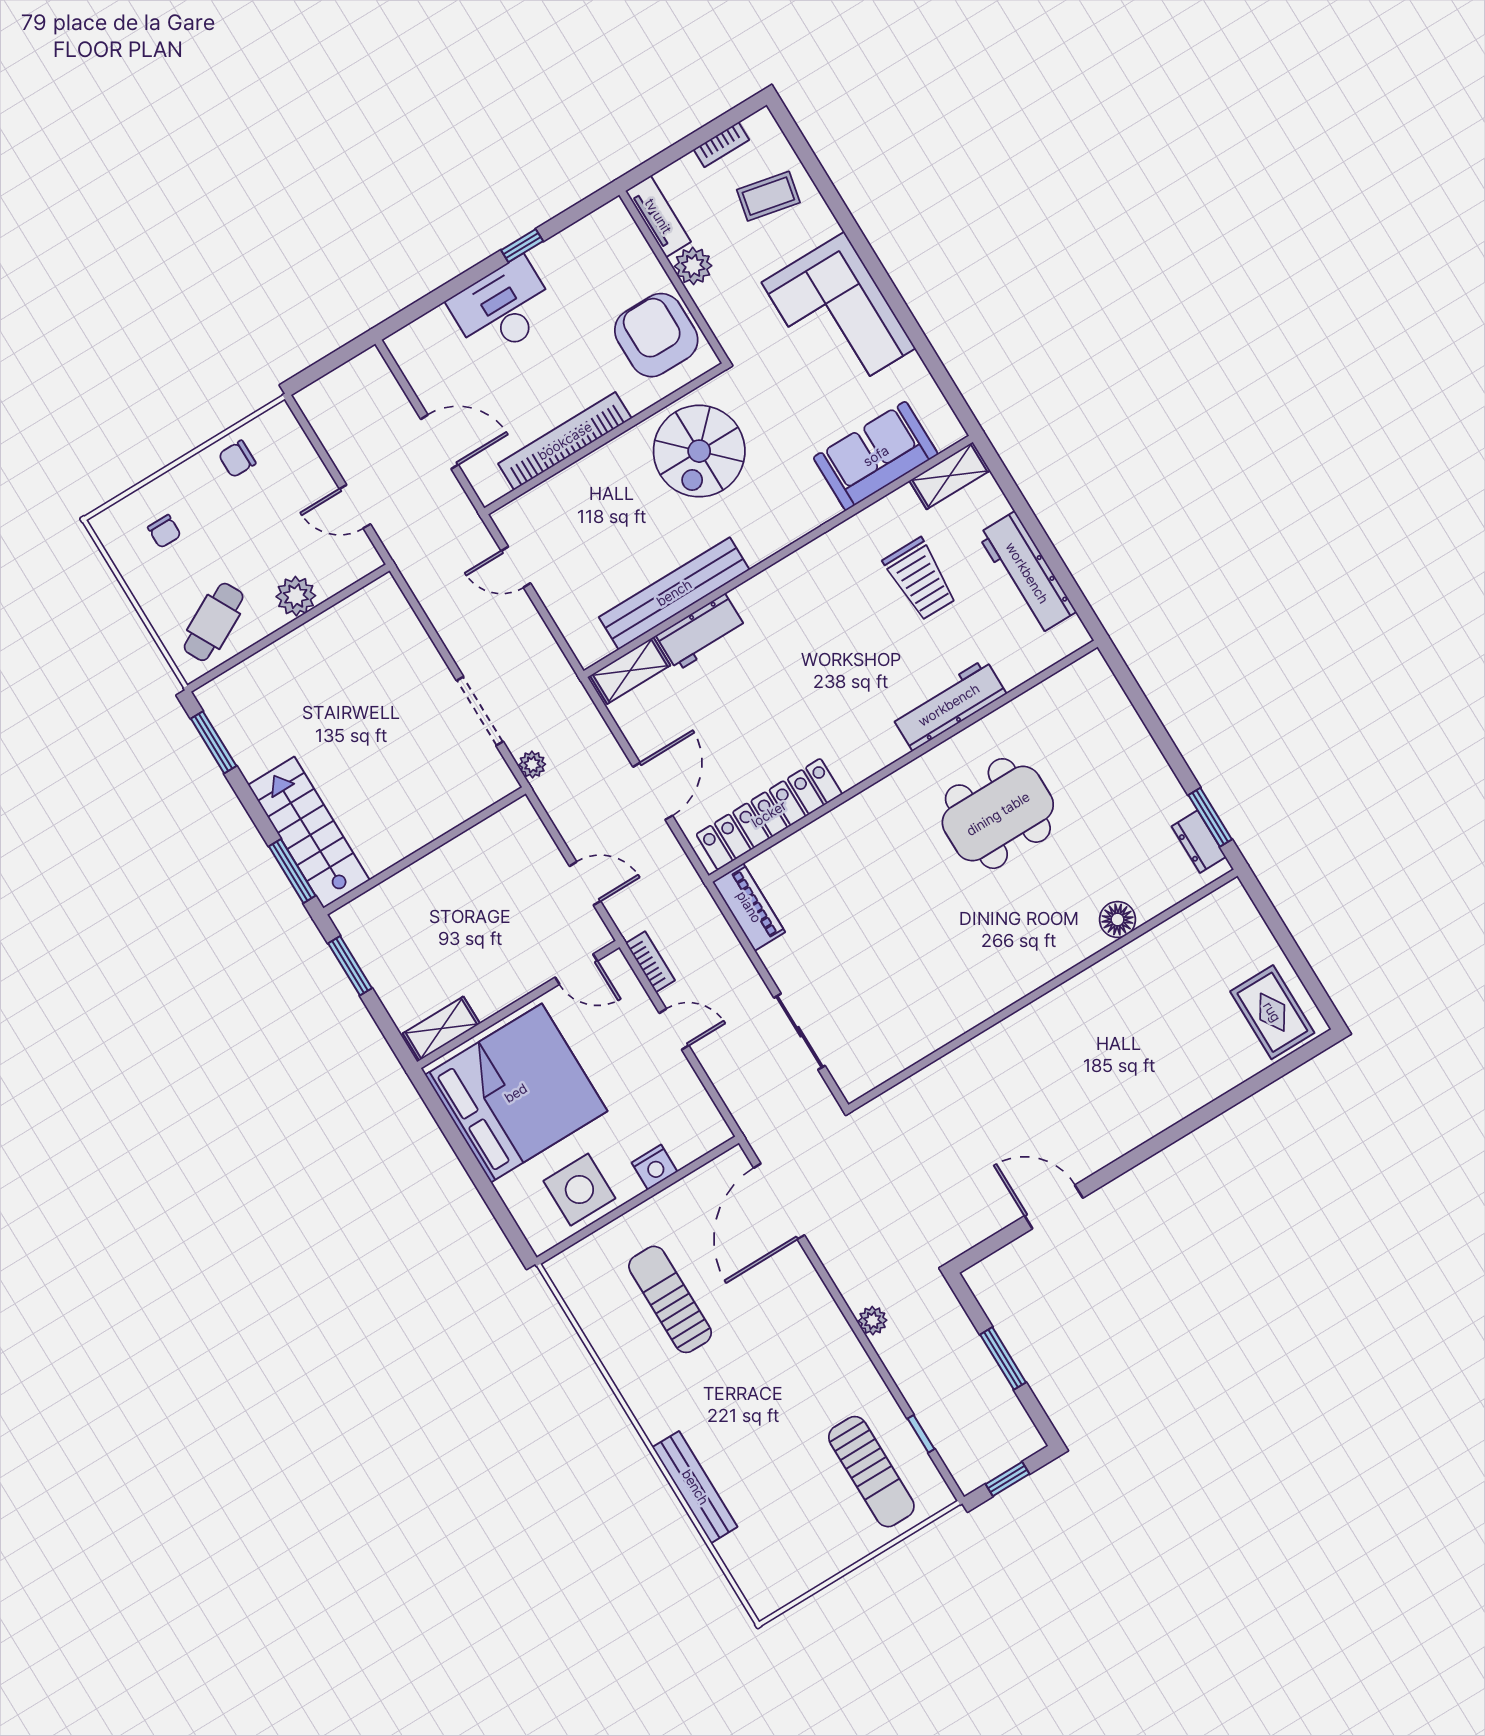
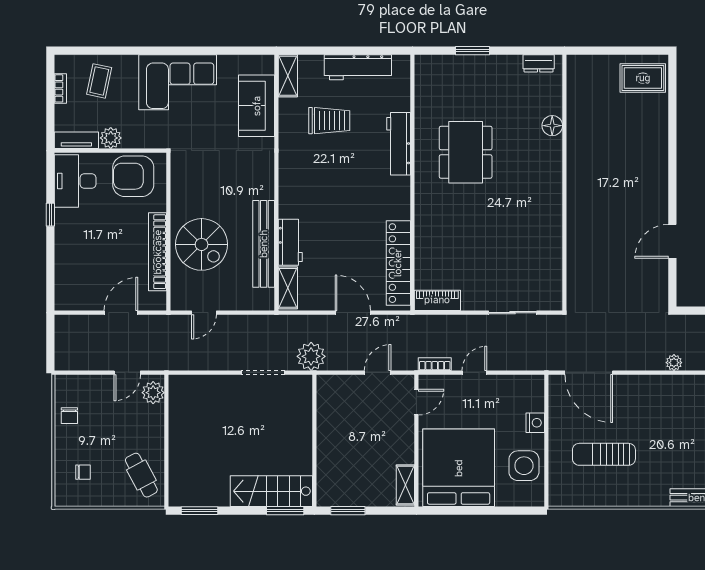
desk: (503, 308) -> (75, 181), moved
spiral stairs: (699, 451) -> (202, 244), moved
plant: (296, 596) -> (153, 393), moved
plant: (532, 765) -> (311, 356), width x1.87, depth x1.87
window: (1210, 817) -> (473, 51), moved

